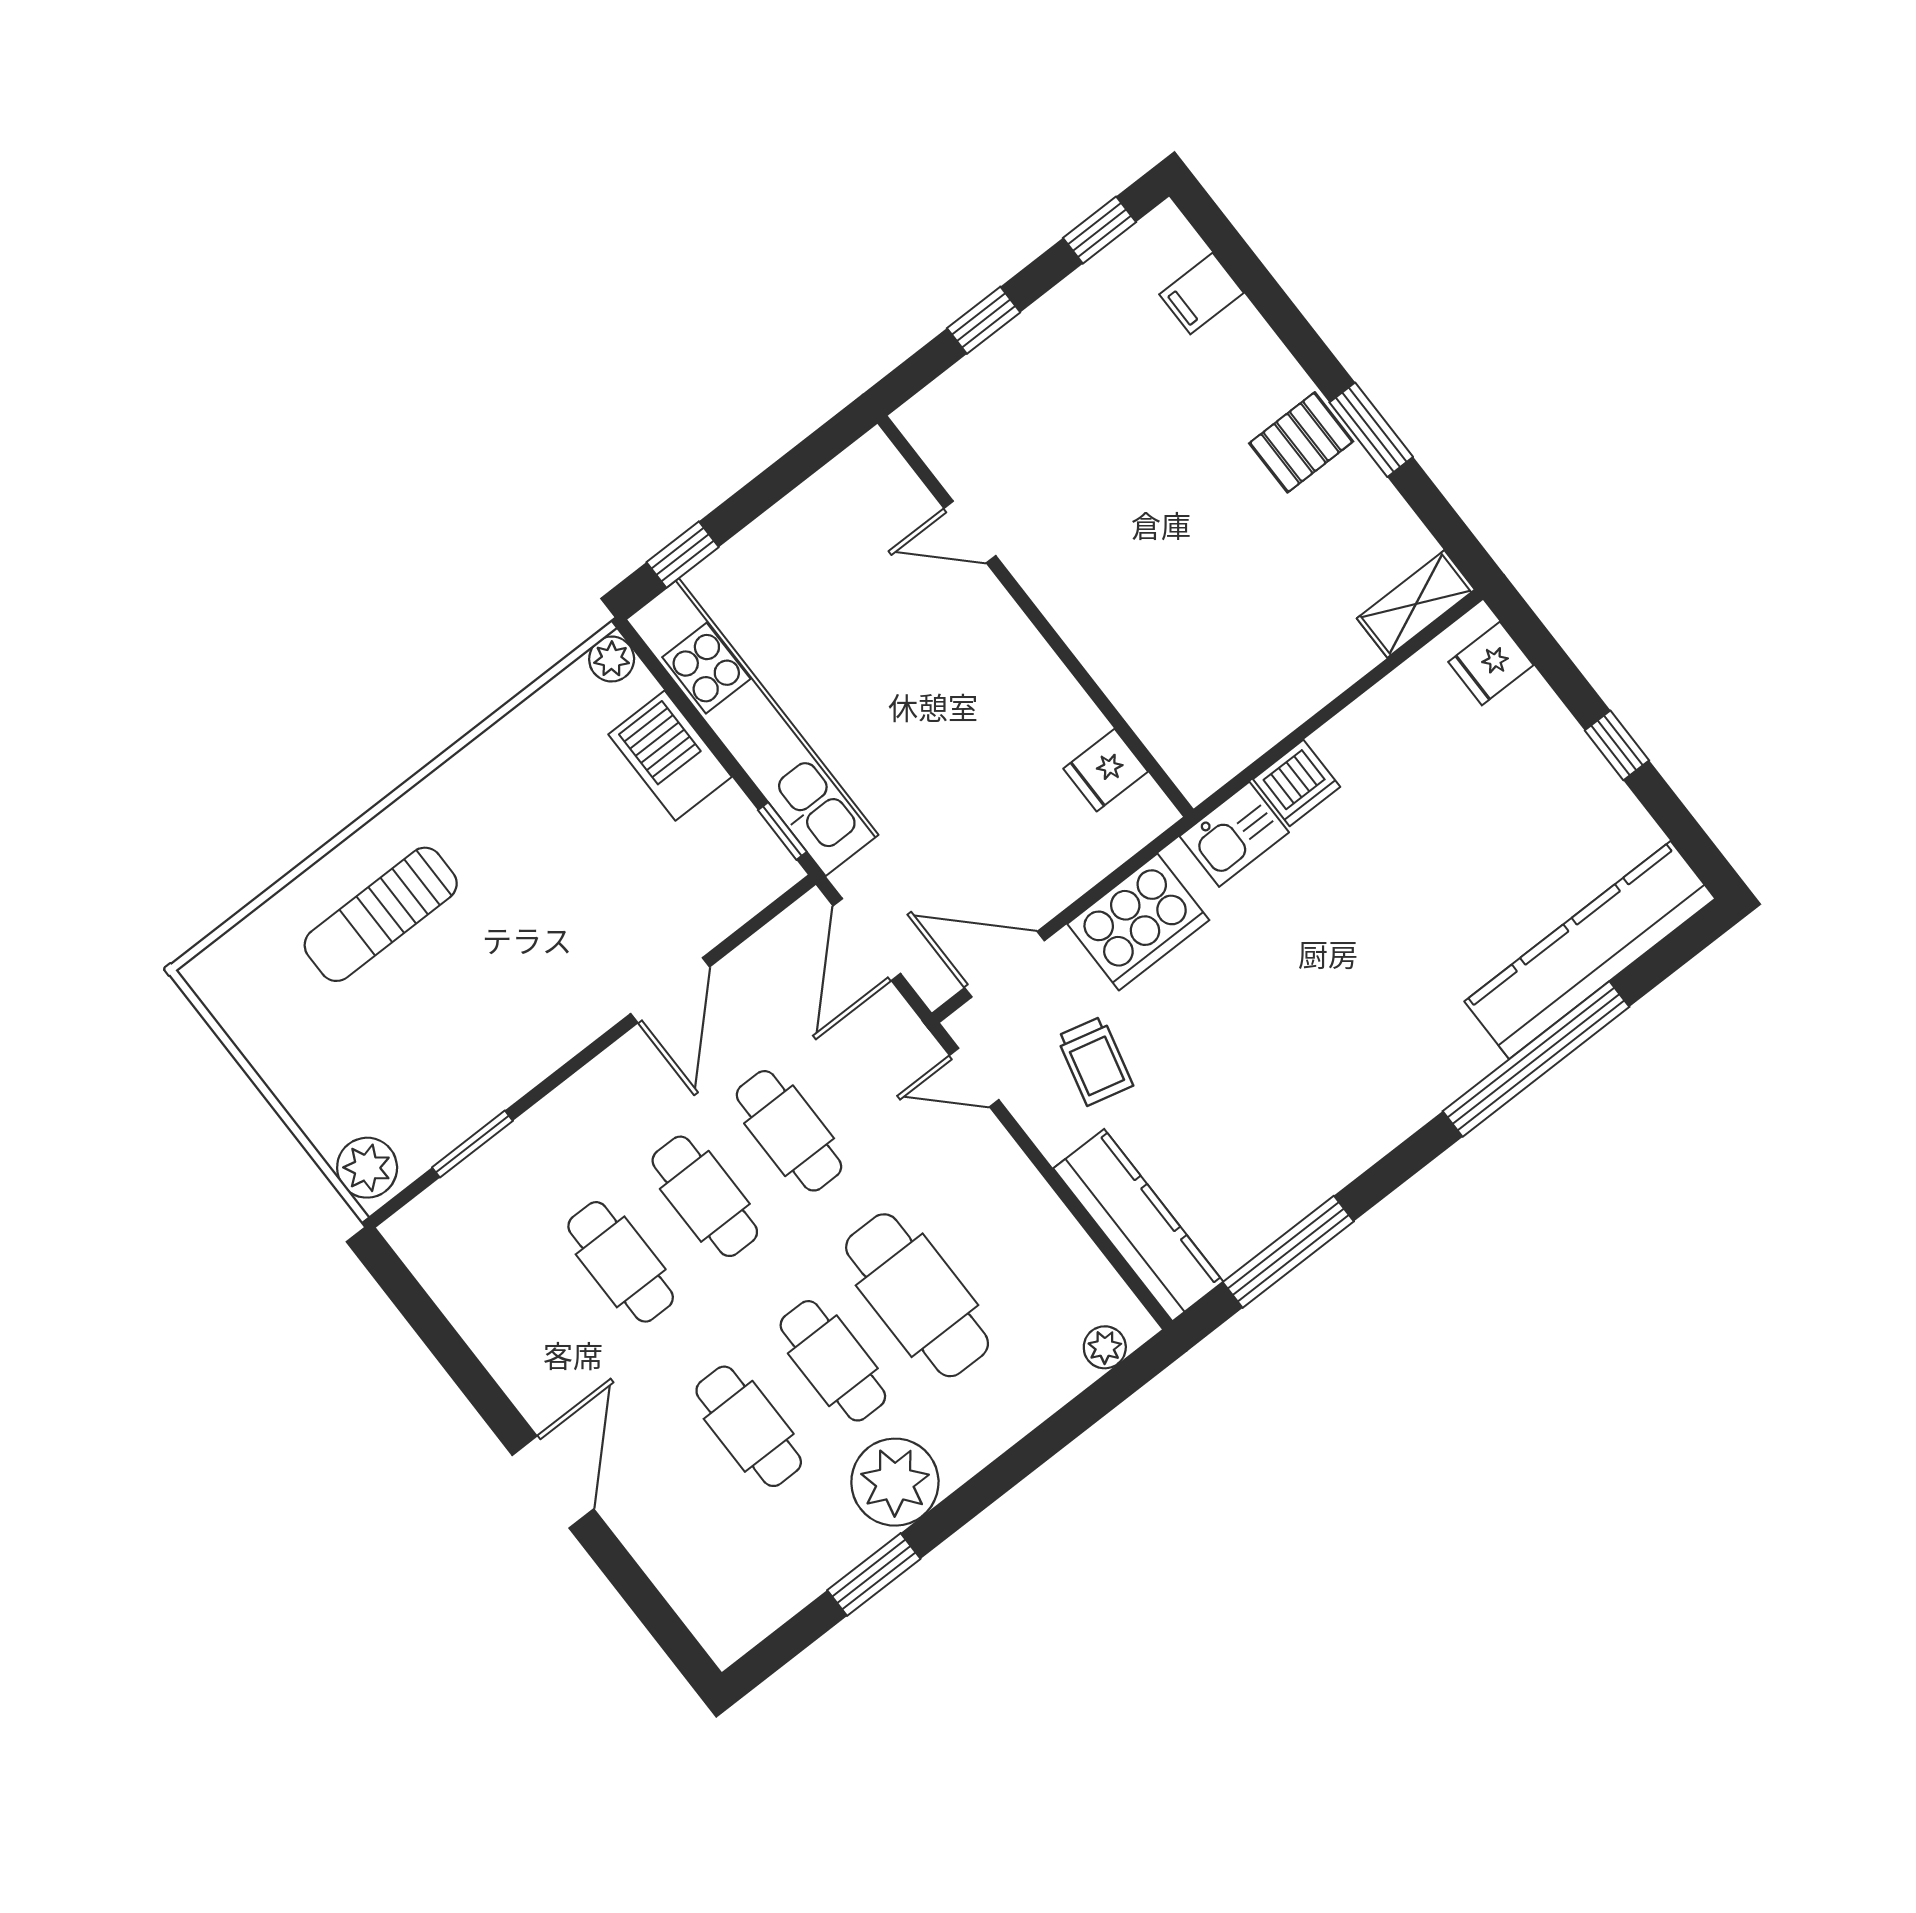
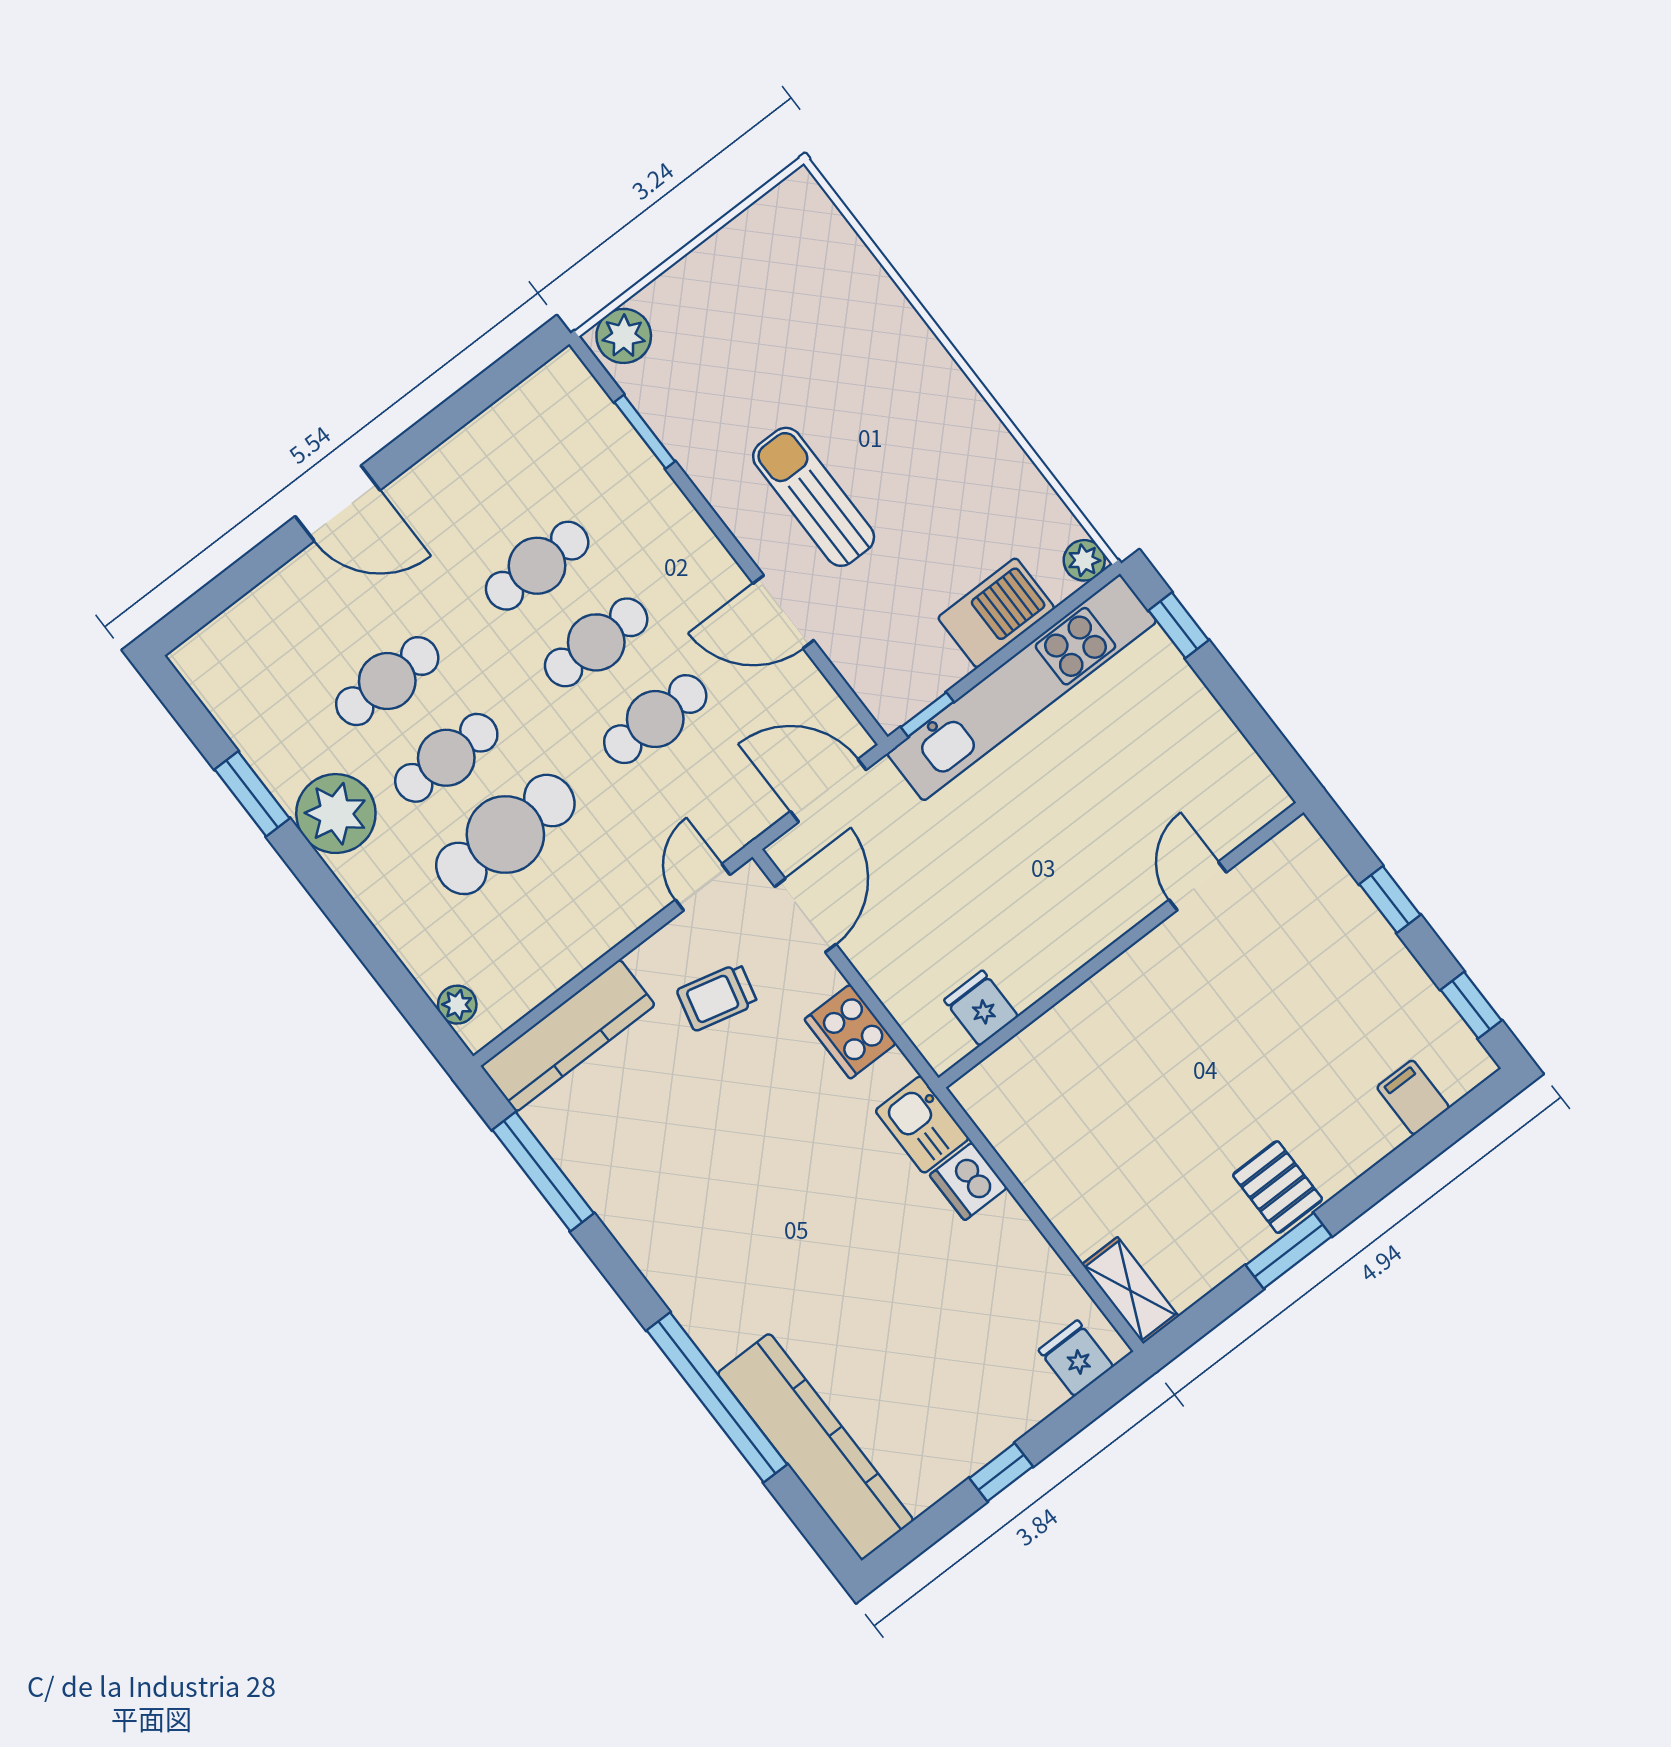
sun lounger: (381, 914) -> (814, 497), moved
cooker: (1138, 922) -> (850, 1031), width x0.73, depth x0.76

